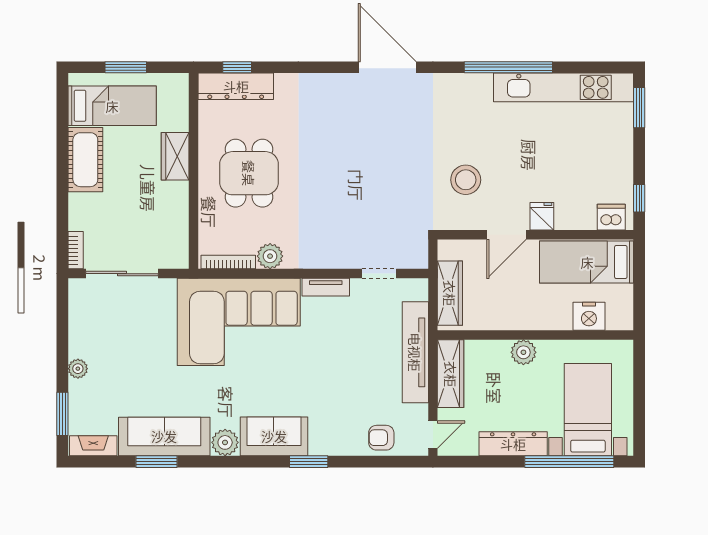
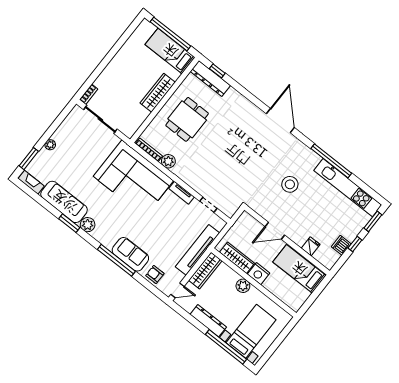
window: (126, 67) -> (170, 34), width x2.11
bed: (112, 106) -> (170, 51), moved, turned 180
wardrobe: (175, 156) -> (158, 93), width x1.50
cot: (85, 160) -> (123, 59), removed
stool: (466, 180) -> (290, 184), moved
window: (639, 198) -> (355, 244), moved
fridge: (542, 216) -> (311, 246), moved
dishwasher: (611, 217) -> (341, 245), moved, turned -90
wardrobe: (450, 293) -> (237, 258), moved, turned -90
nightstand: (589, 316) -> (259, 274), moved
sofa: (274, 436) -> (130, 254), moved
window: (156, 462) -> (69, 223), moved
window: (309, 462) -> (116, 260), width x2.11

